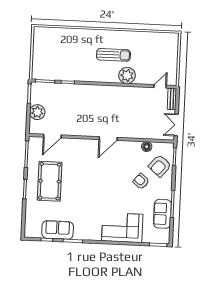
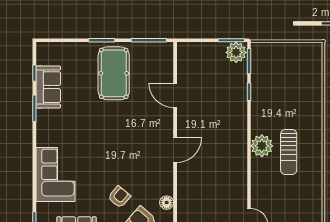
plant: (127, 75) -> (262, 146), moved
plant: (37, 112) -> (236, 52), moved
door: (52, 136) -> (175, 95), moved
door: (108, 139) -> (175, 150), swing flipped
pool table: (50, 181) -> (114, 73), turned 90

